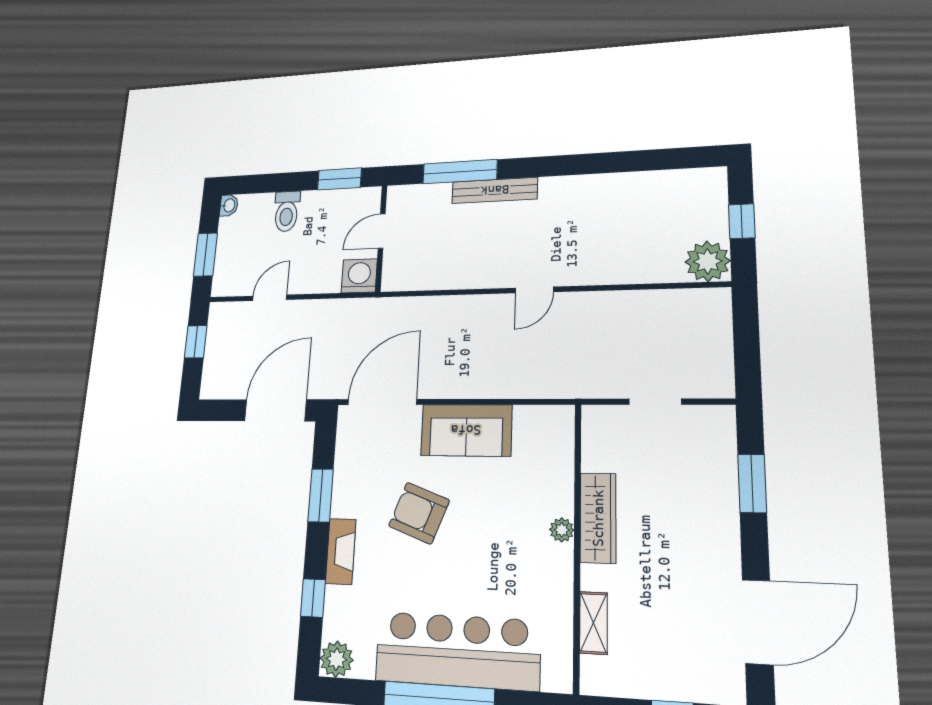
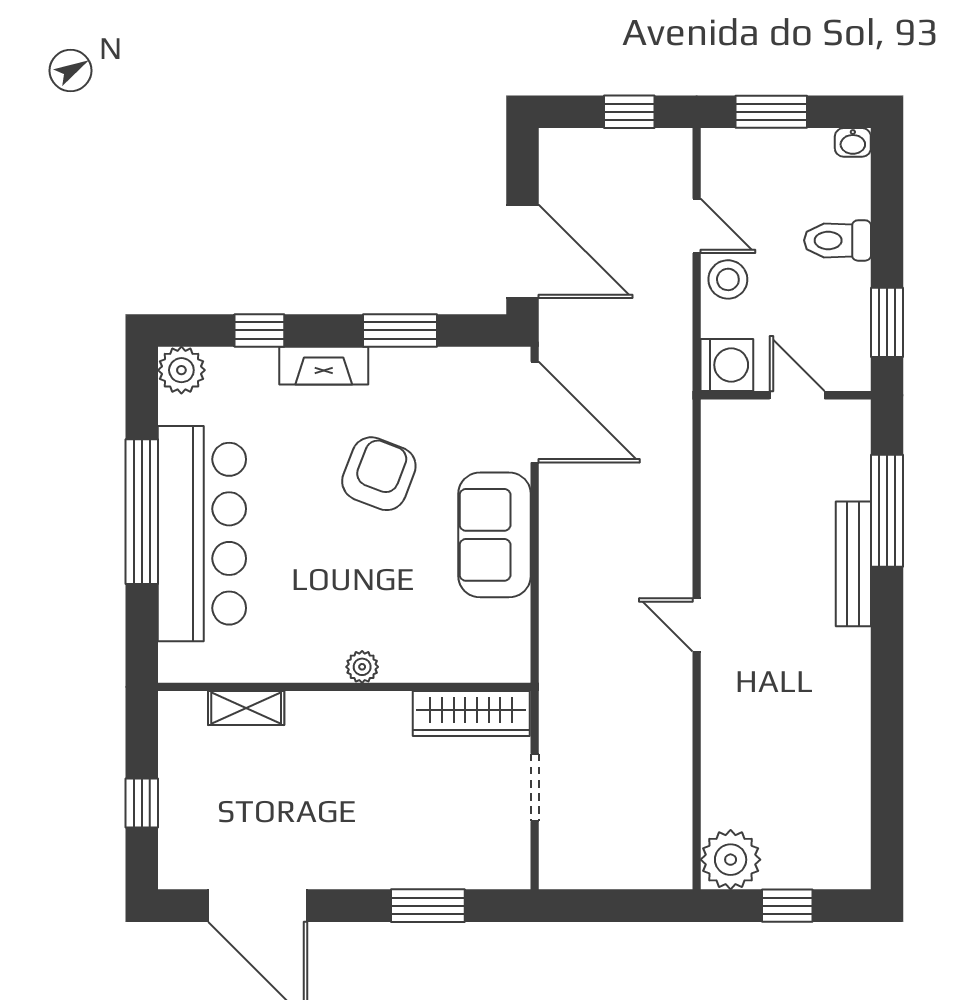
stool: (305, 277) -> (728, 279), added
wardrobe: (598, 518) -> (471, 714), moved

